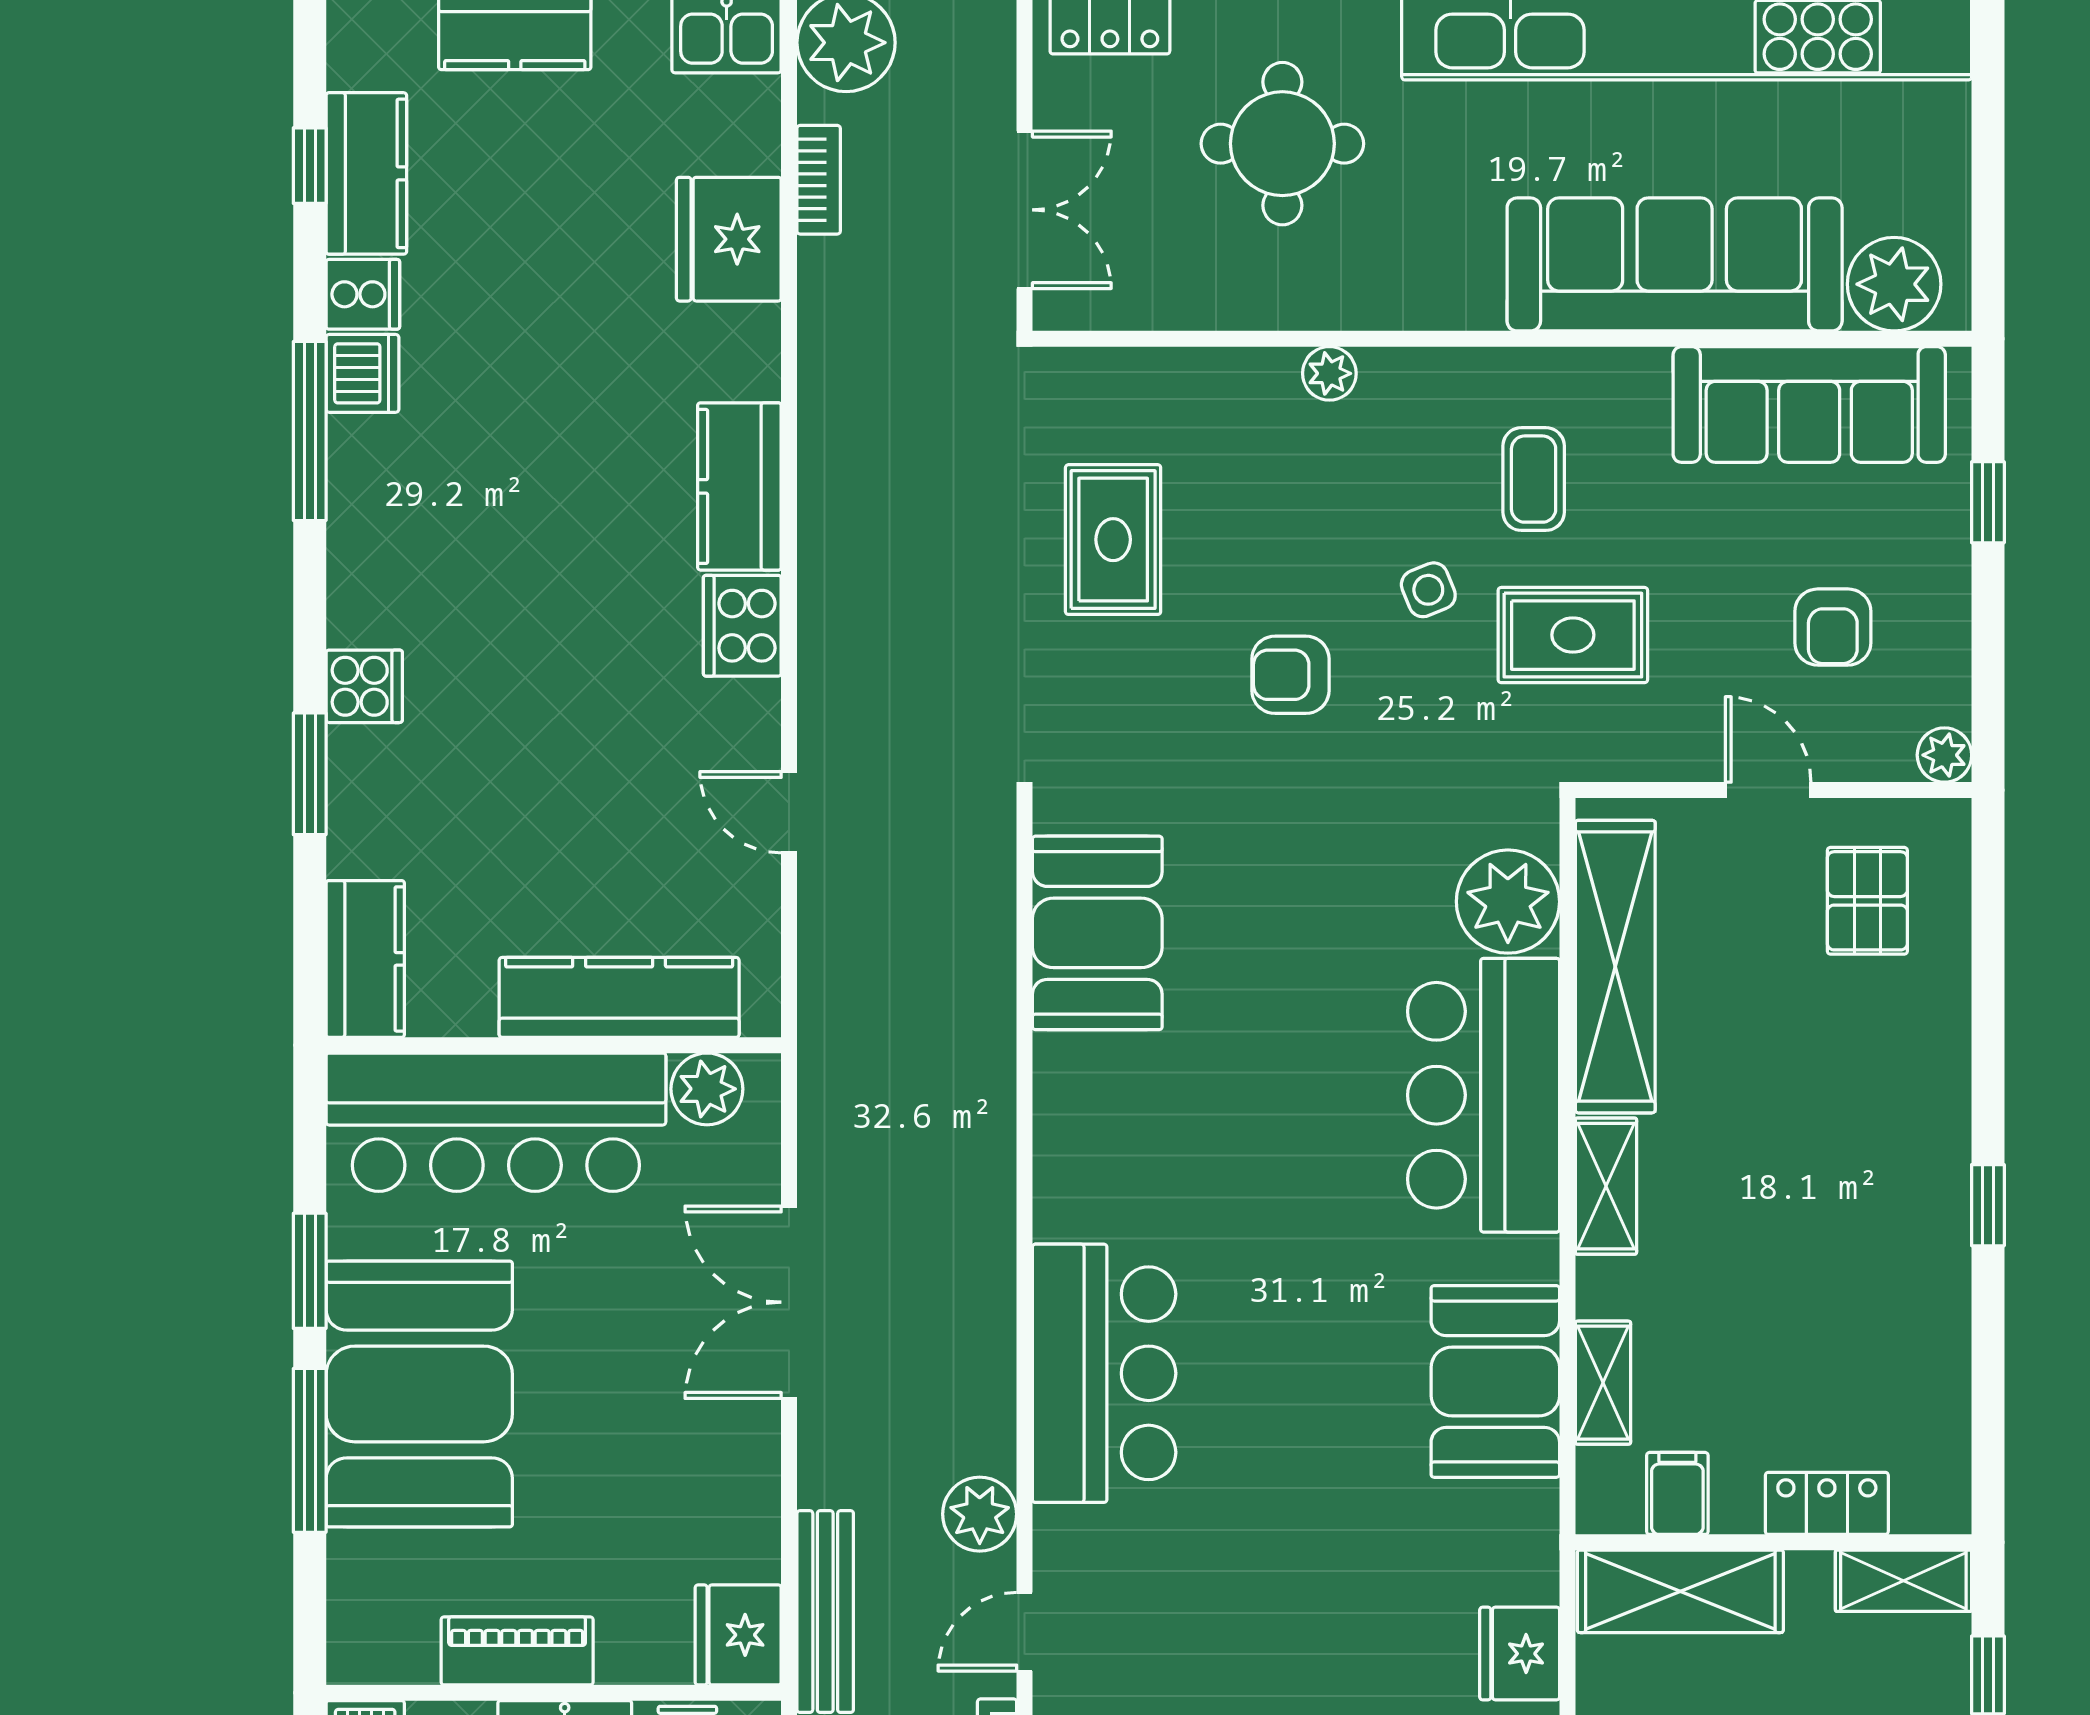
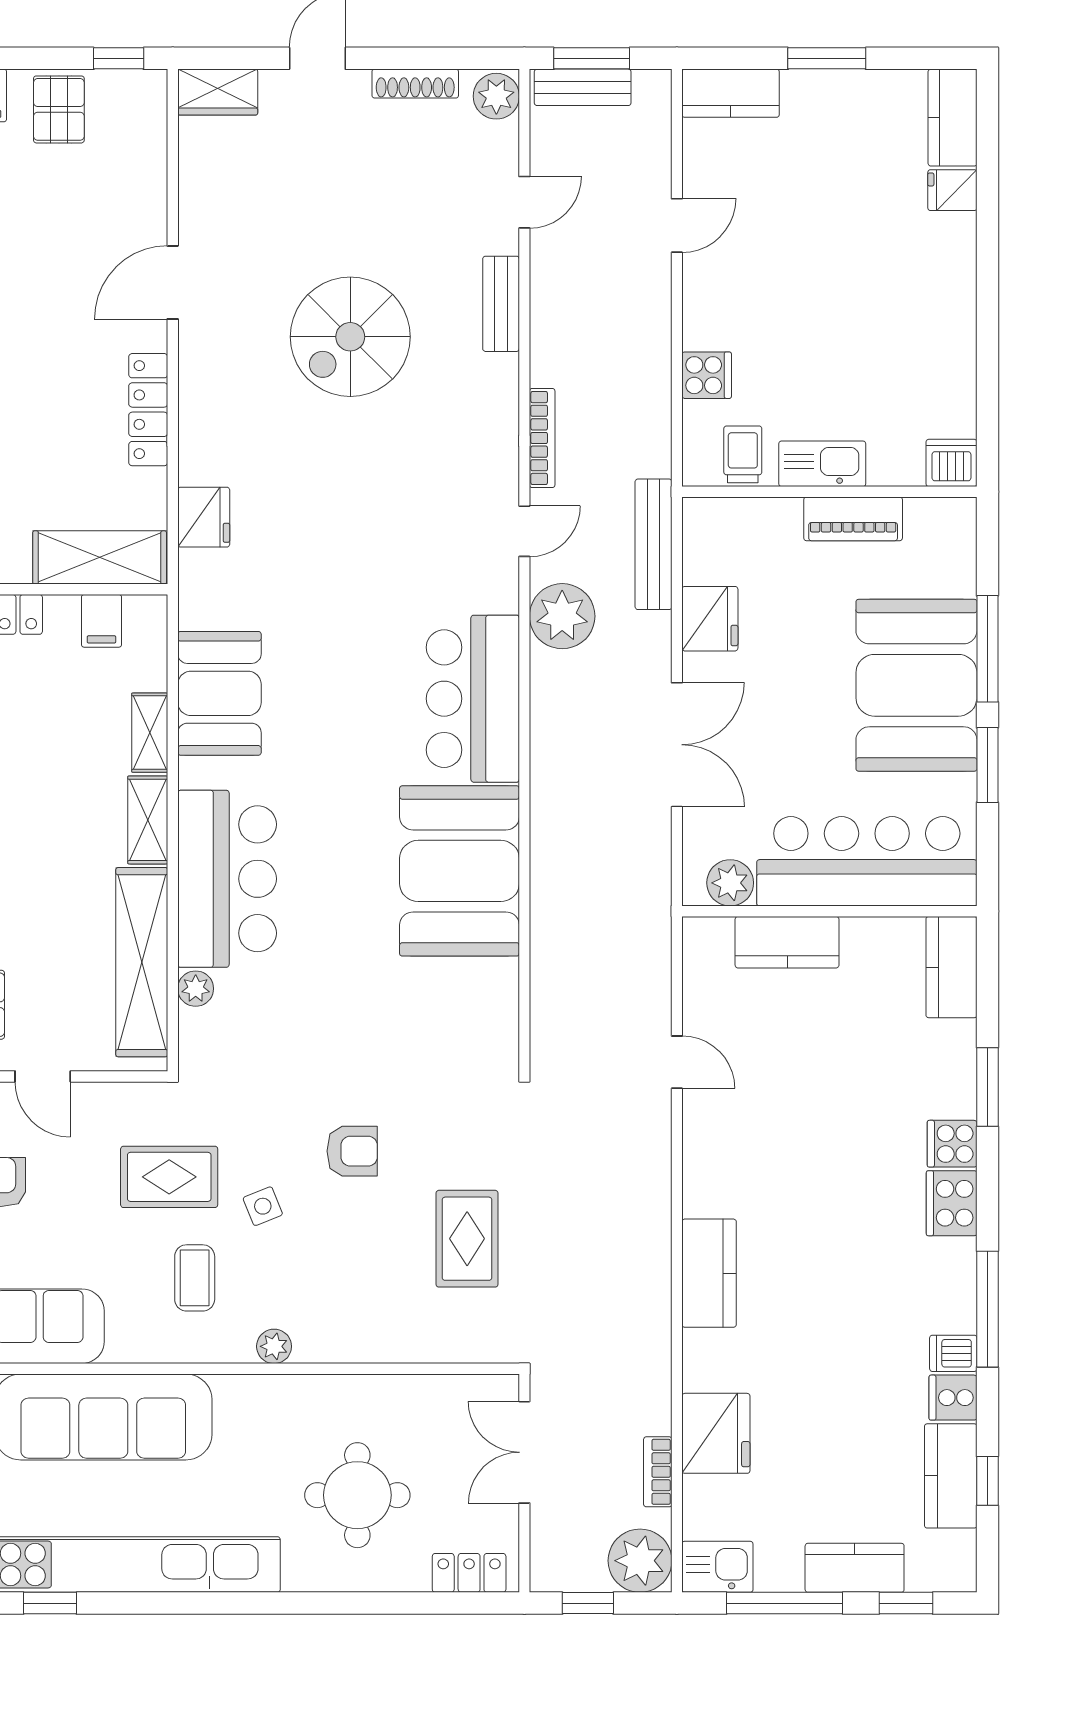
dishwasher: (362, 373) -> (953, 1353), width x0.73
plant: (1329, 373) -> (274, 1346), moved
cooker: (742, 626) -> (952, 1203), moved, turned 180
plant: (1508, 902) -> (196, 989), width x0.53, depth x0.53
booth: (1097, 933) -> (459, 871), moved, width x1.36, depth x1.42
kitchen counter: (619, 997) -> (787, 942), width x0.67
shelving: (1603, 1383) -> (150, 733), moved
plant: (980, 1514) -> (562, 616), width x1.36, depth x1.36
fridge: (738, 1635) -> (710, 619), moved

